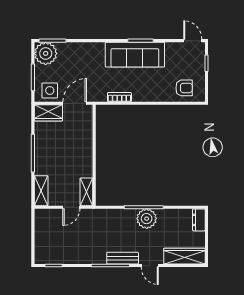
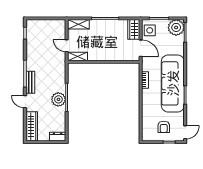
sofa: (135, 55) -> (173, 83), width x1.36, depth x1.27
armchair: (184, 88) -> (164, 127), moved
door: (150, 266) -> (25, 102), hinge flipped

